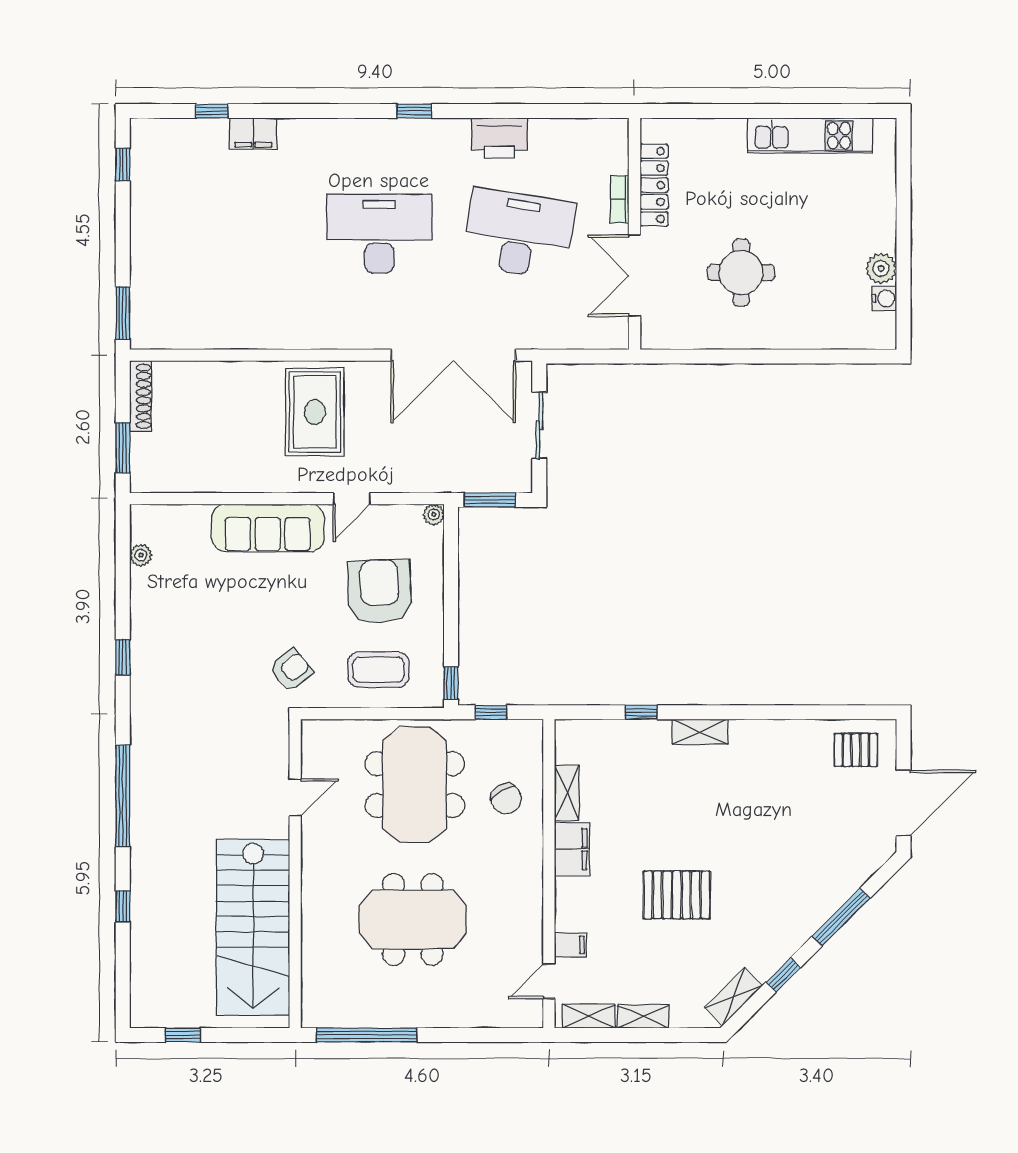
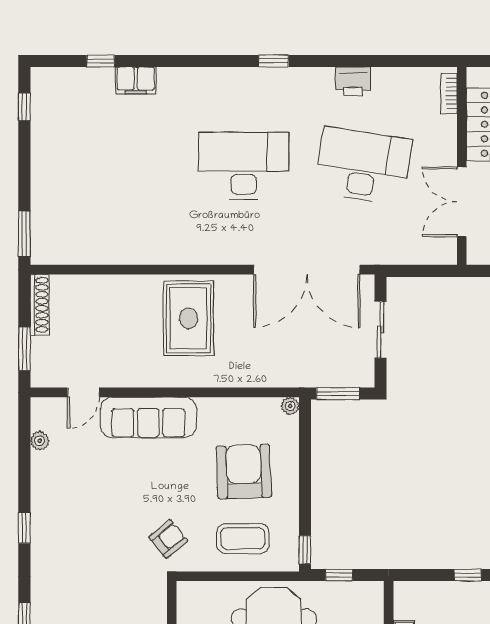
printer: (499, 138) -> (353, 81), width x0.73, depth x0.84
bookcase: (620, 199) -> (449, 94), moved
door: (352, 499) -> (83, 392), moved

